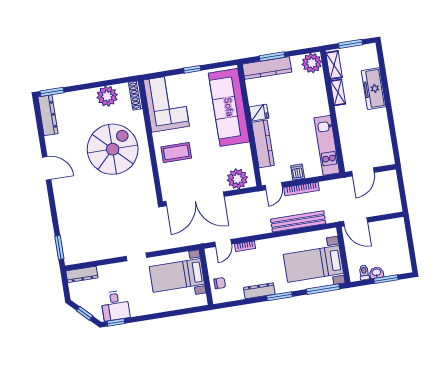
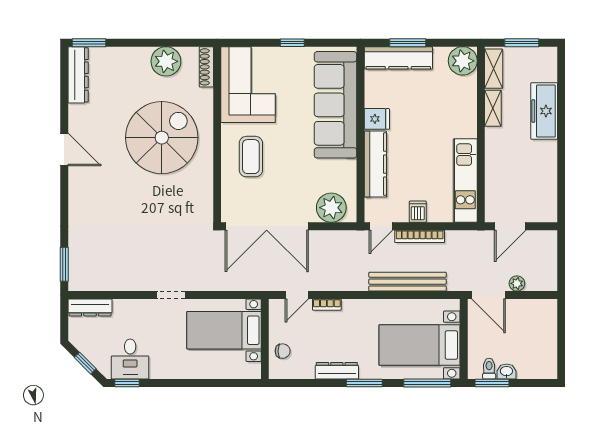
coffee table: (176, 152) -> (251, 157), turned 90
plant: (374, 211) -> (517, 283), added
window: (386, 279) -> (492, 383), moved

